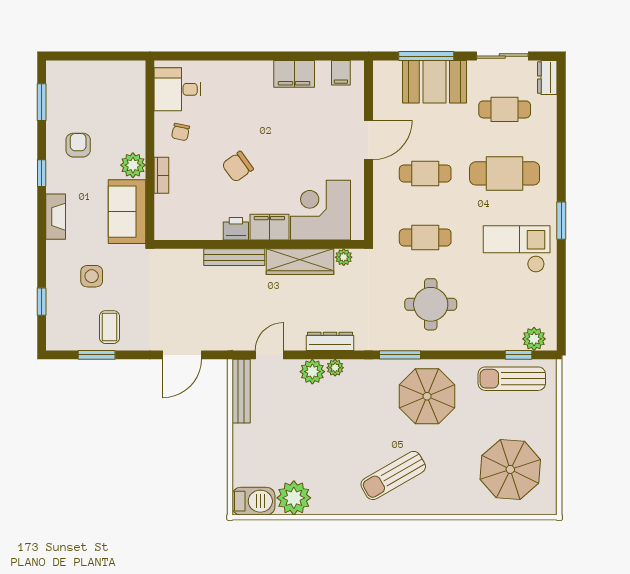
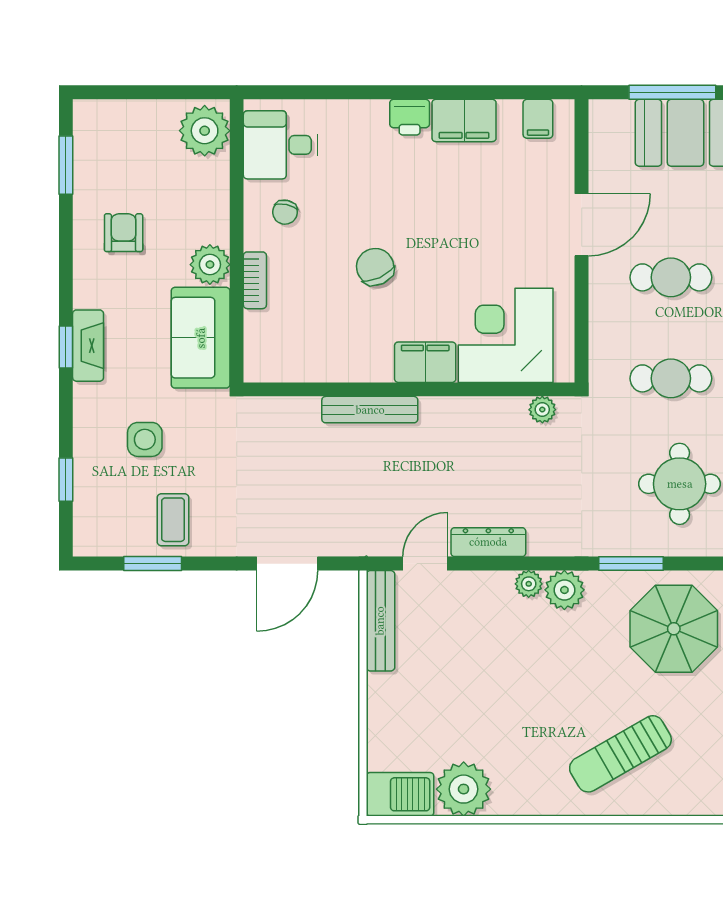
plant: (130, 80) -> (205, 131), added
chair: (238, 167) -> (375, 267), turned 101
window: (42, 173) -> (66, 347), moved
printer: (236, 229) -> (410, 117), moved, turned 180
wardrobe: (300, 262) -> (473, 417), removed
dresser: (330, 341) -> (488, 542), moved
plant: (312, 372) -> (564, 590), moved

